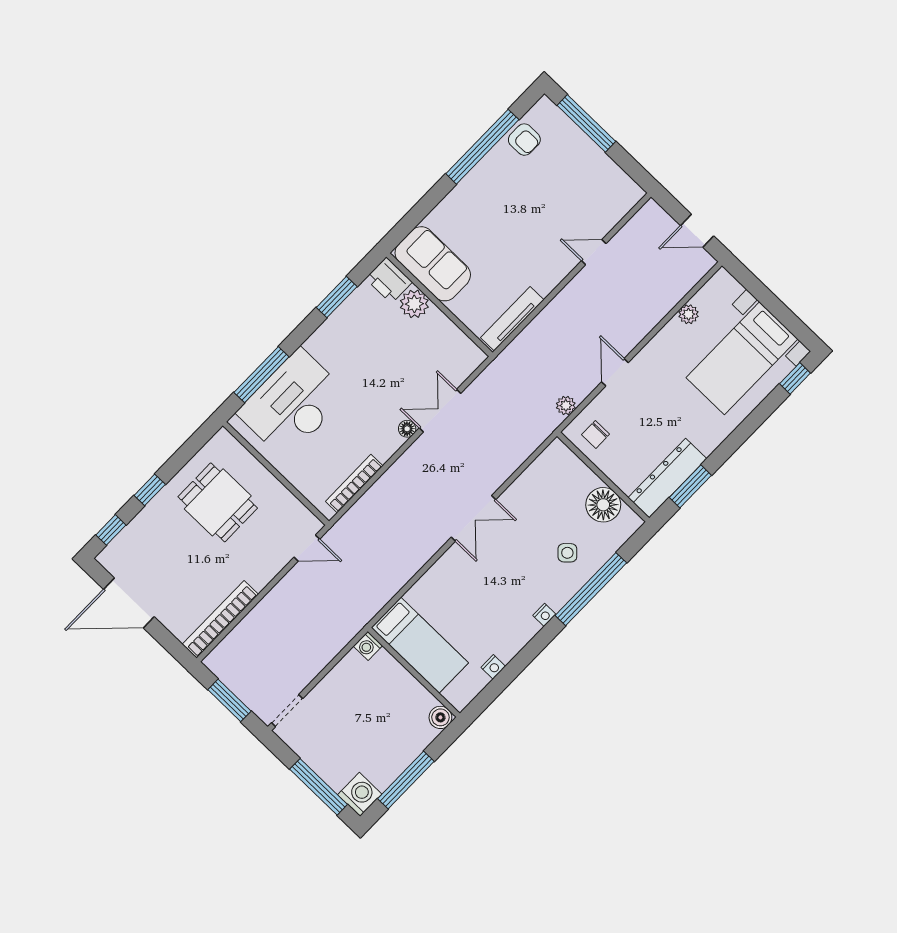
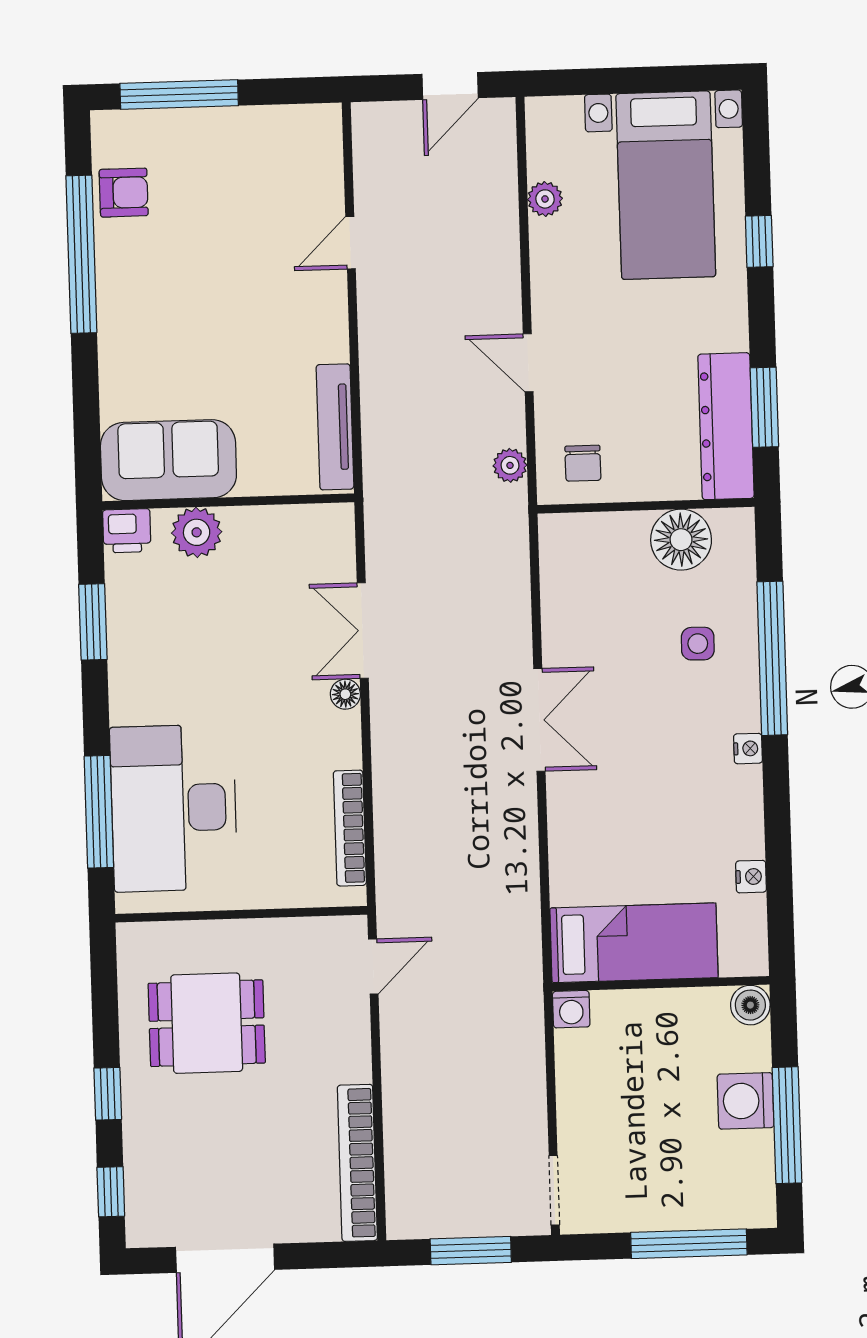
printer: (389, 280) -> (127, 531), width x0.73, depth x0.81
window: (795, 378) -> (759, 241), moved
side table: (567, 553) -> (698, 644), turned 45
washing machine: (360, 794) -> (746, 1101), moved, turned -90

